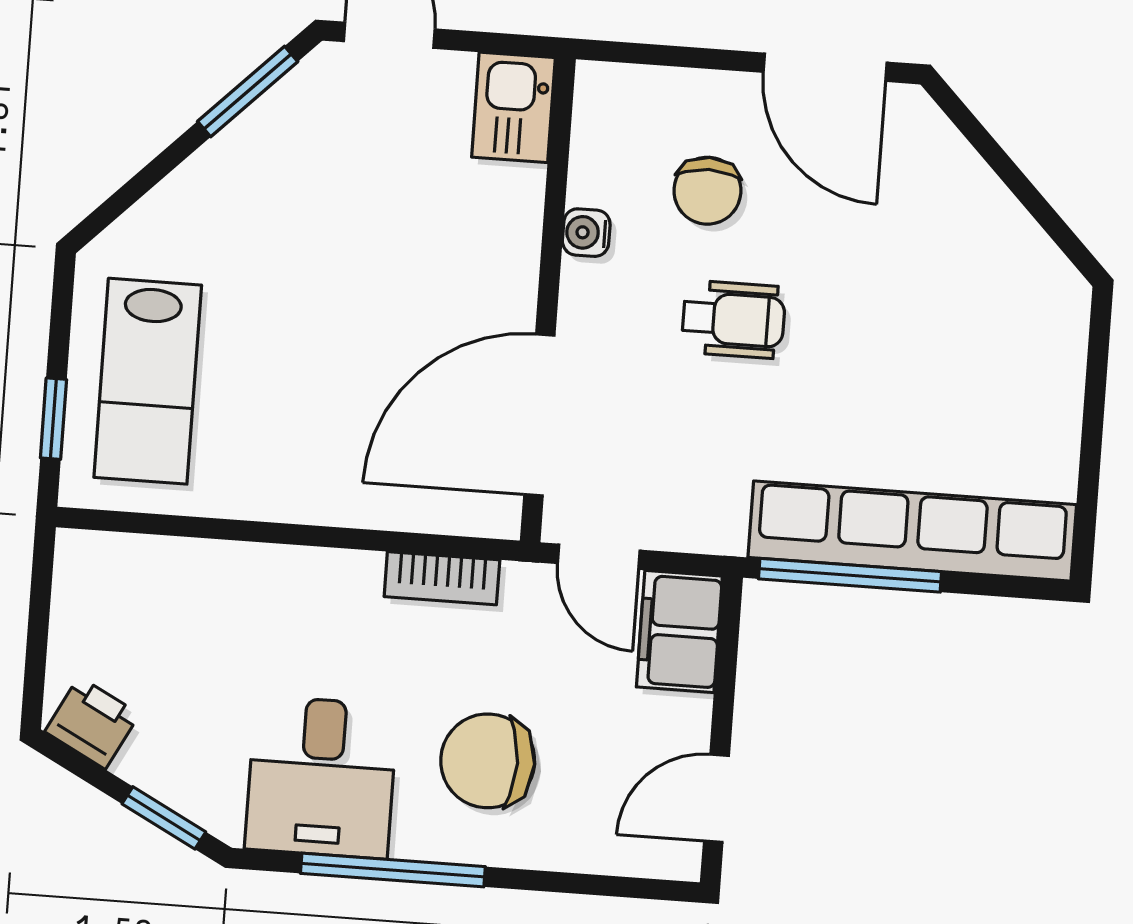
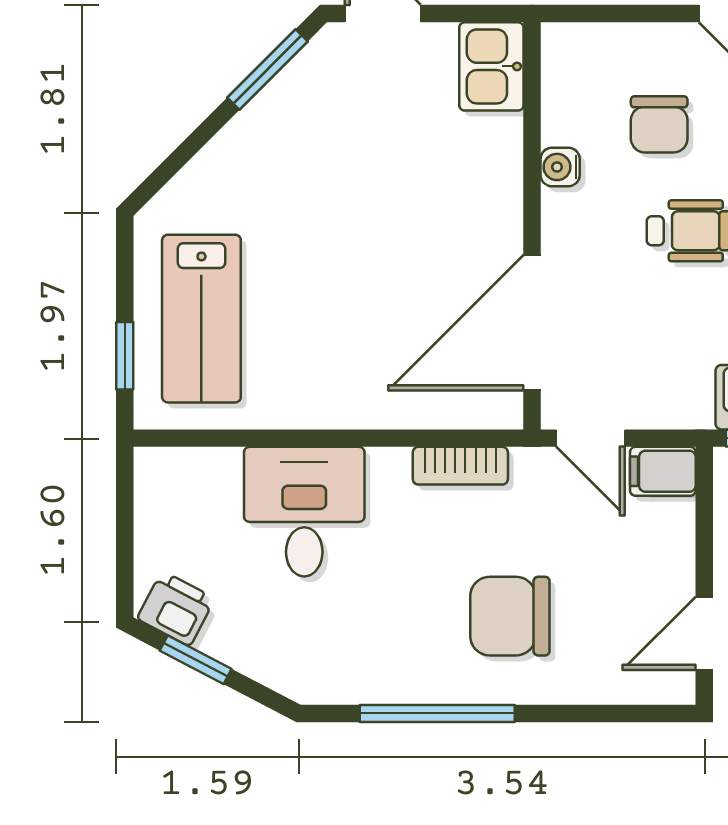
filing cabinet: (679, 632) -> (663, 471), width x0.50
desk: (321, 777) -> (304, 512), moved, turned 180
window: (164, 818) -> (196, 660), moved

